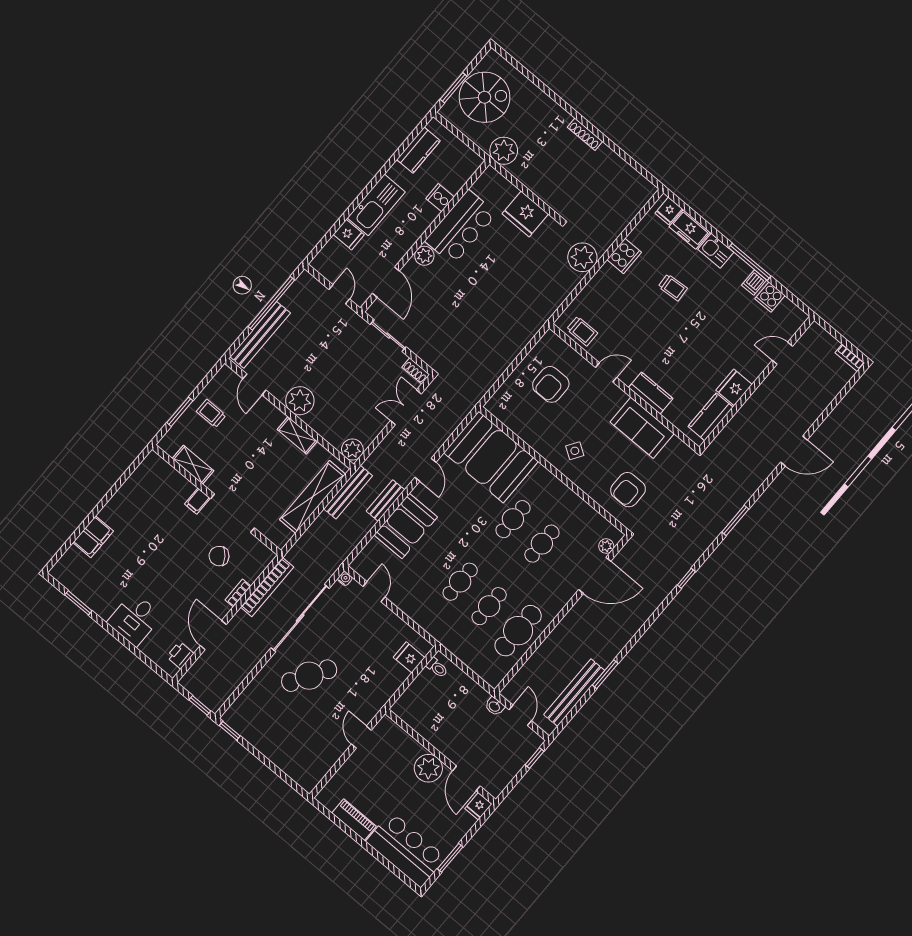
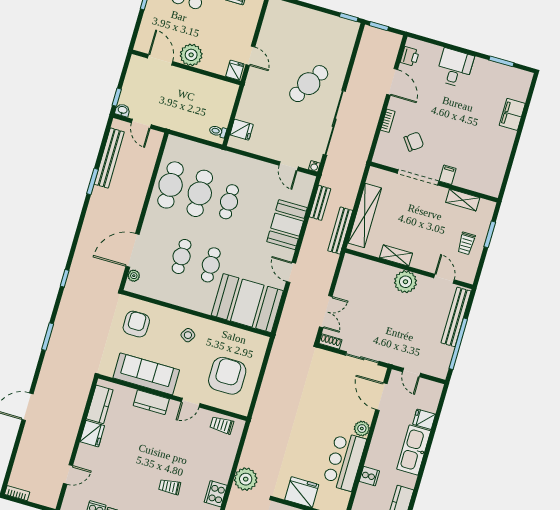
armchair: (551, 384) -> (227, 376), width x1.36, depth x1.36
trolley: (211, 413) -> (466, 243), turned 90
sofa: (642, 428) -> (146, 374), width x1.36
plant: (352, 450) -> (351, 263), removed
bench: (385, 500) -> (320, 203), moved
bookcase: (267, 587) -> (368, 135), removed
cafe table: (489, 606) -> (200, 193), width x1.37, depth x1.35
washbasin: (495, 706) -> (122, 110), moved
fridge: (478, 806) -> (235, 70), moved

